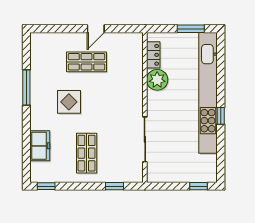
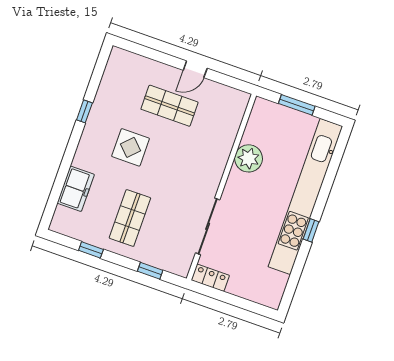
window: (191, 29) -> (297, 105), moved
locker: (153, 55) -> (210, 278), moved, turned -90
window: (26, 88) -> (84, 111), width x0.46
window: (46, 186) -> (91, 250), moved
window: (199, 186) -> (253, 307), removed

